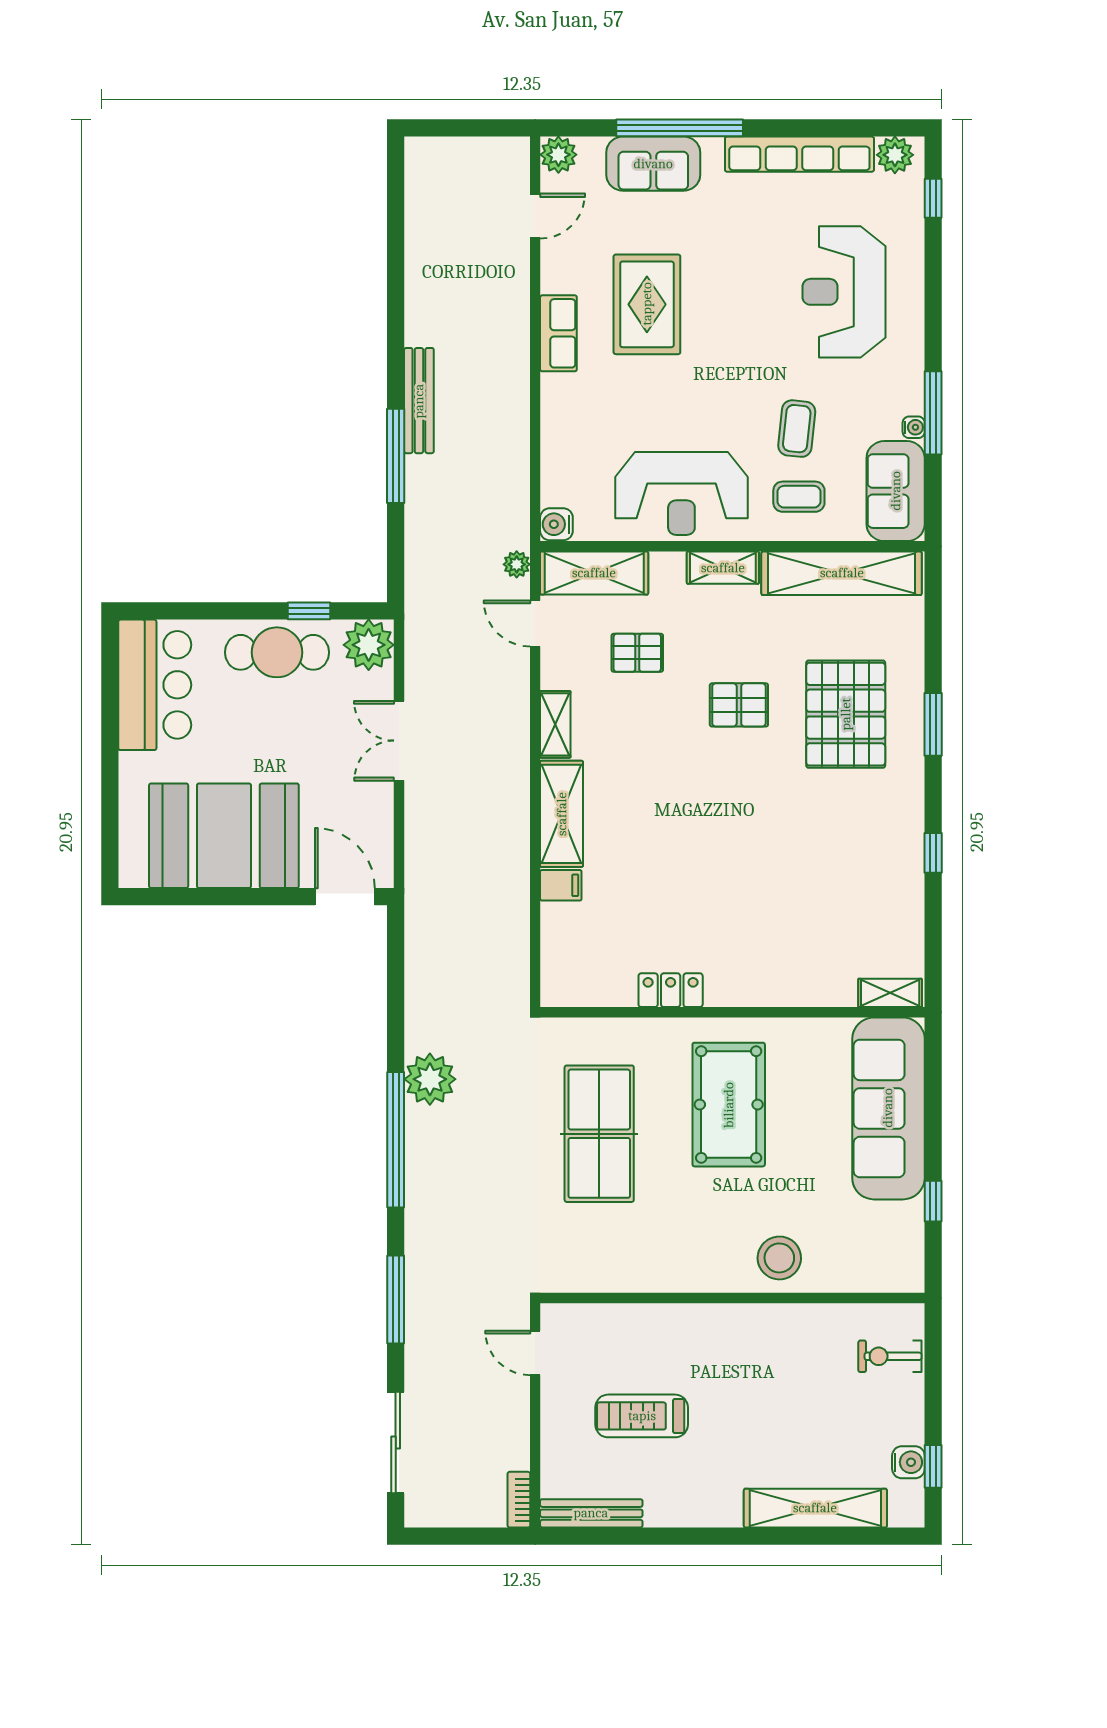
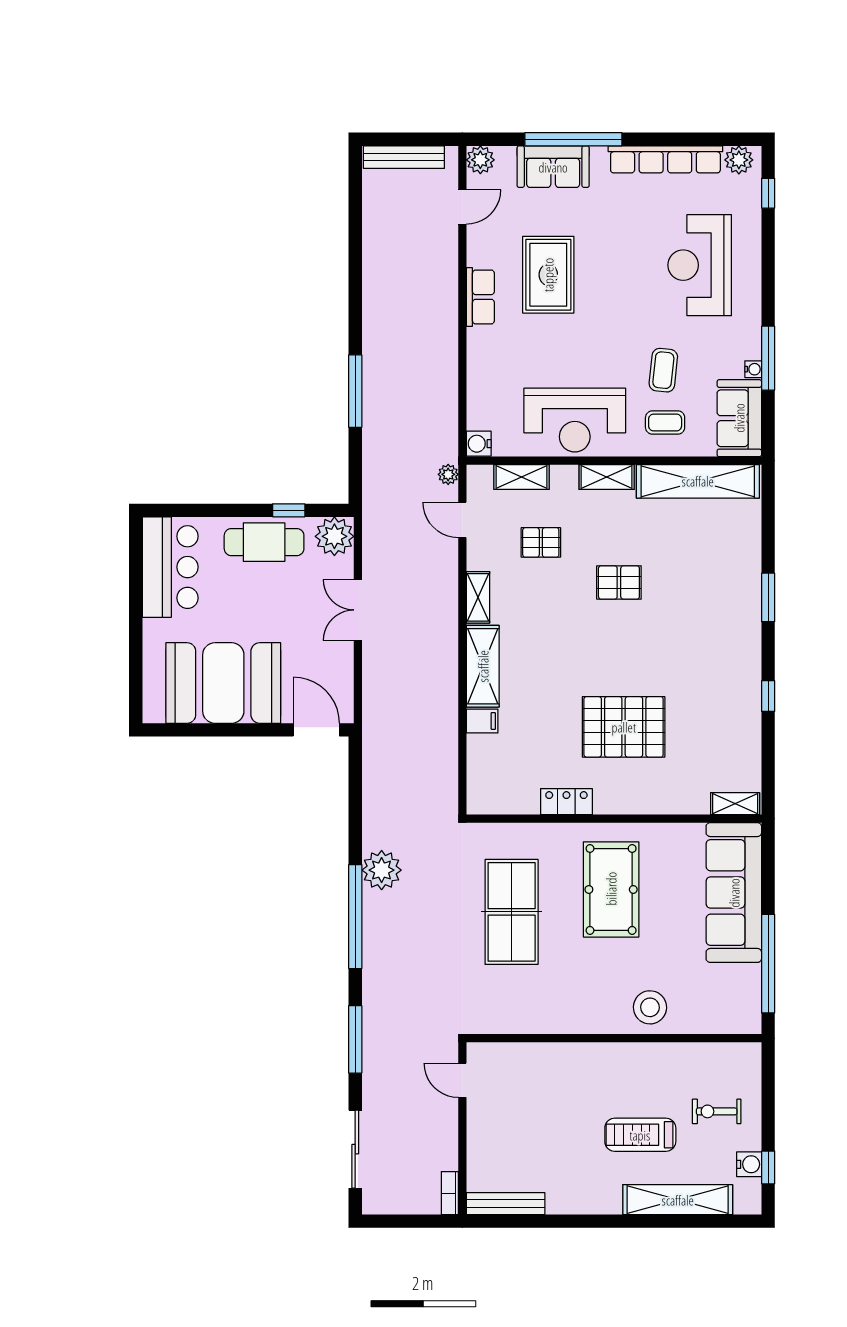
bench: (419, 401) -> (404, 157), moved, turned 90
shelving: (594, 573) -> (522, 477), width x0.67, depth x0.75
pallet: (846, 714) -> (624, 727), moved, turned 90
window: (933, 1201) -> (768, 964), width x3.17
exercise bike: (890, 1356) -> (717, 1111), moved
treadmill: (642, 1416) -> (640, 1135), moved

